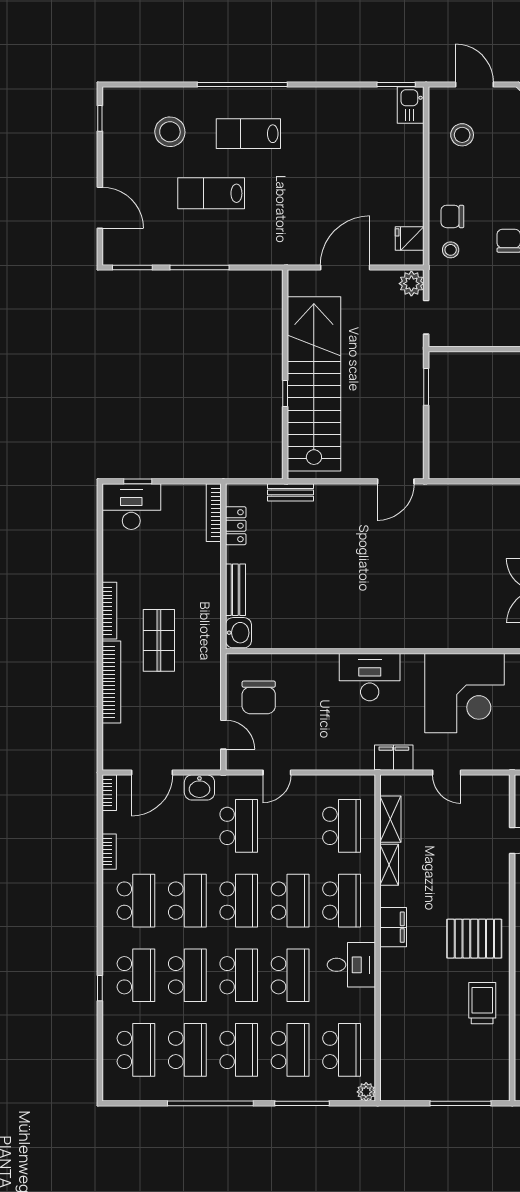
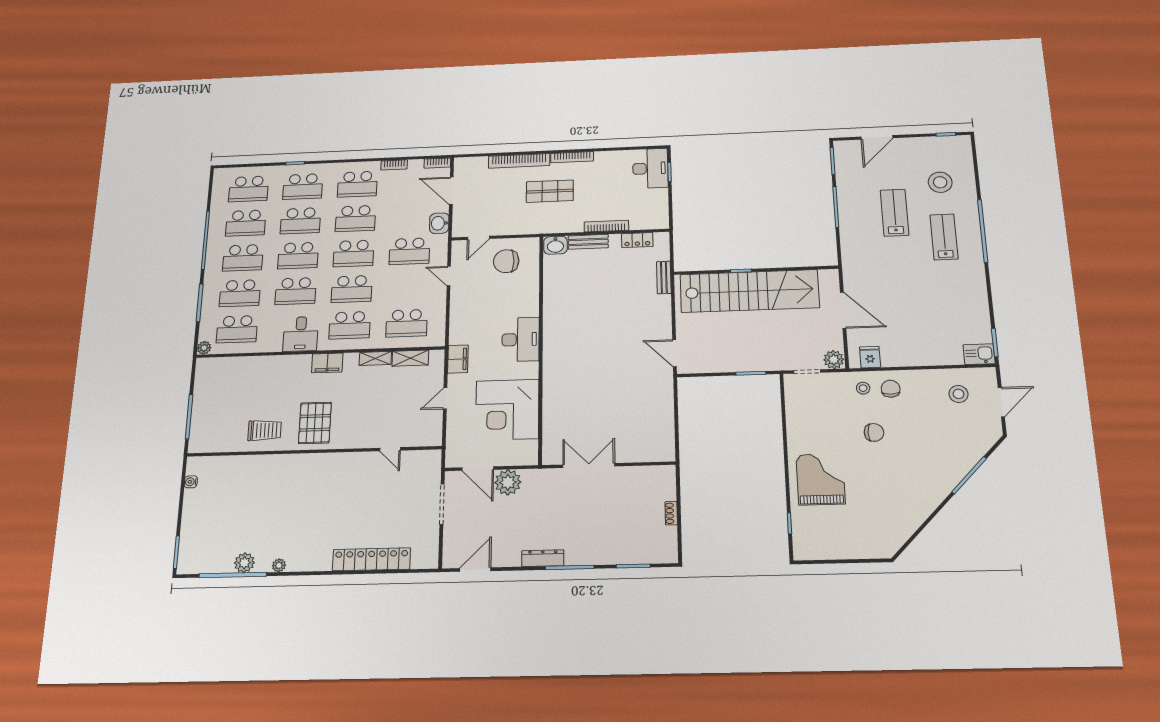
bookcase: (214, 513) -> (606, 226), moved

